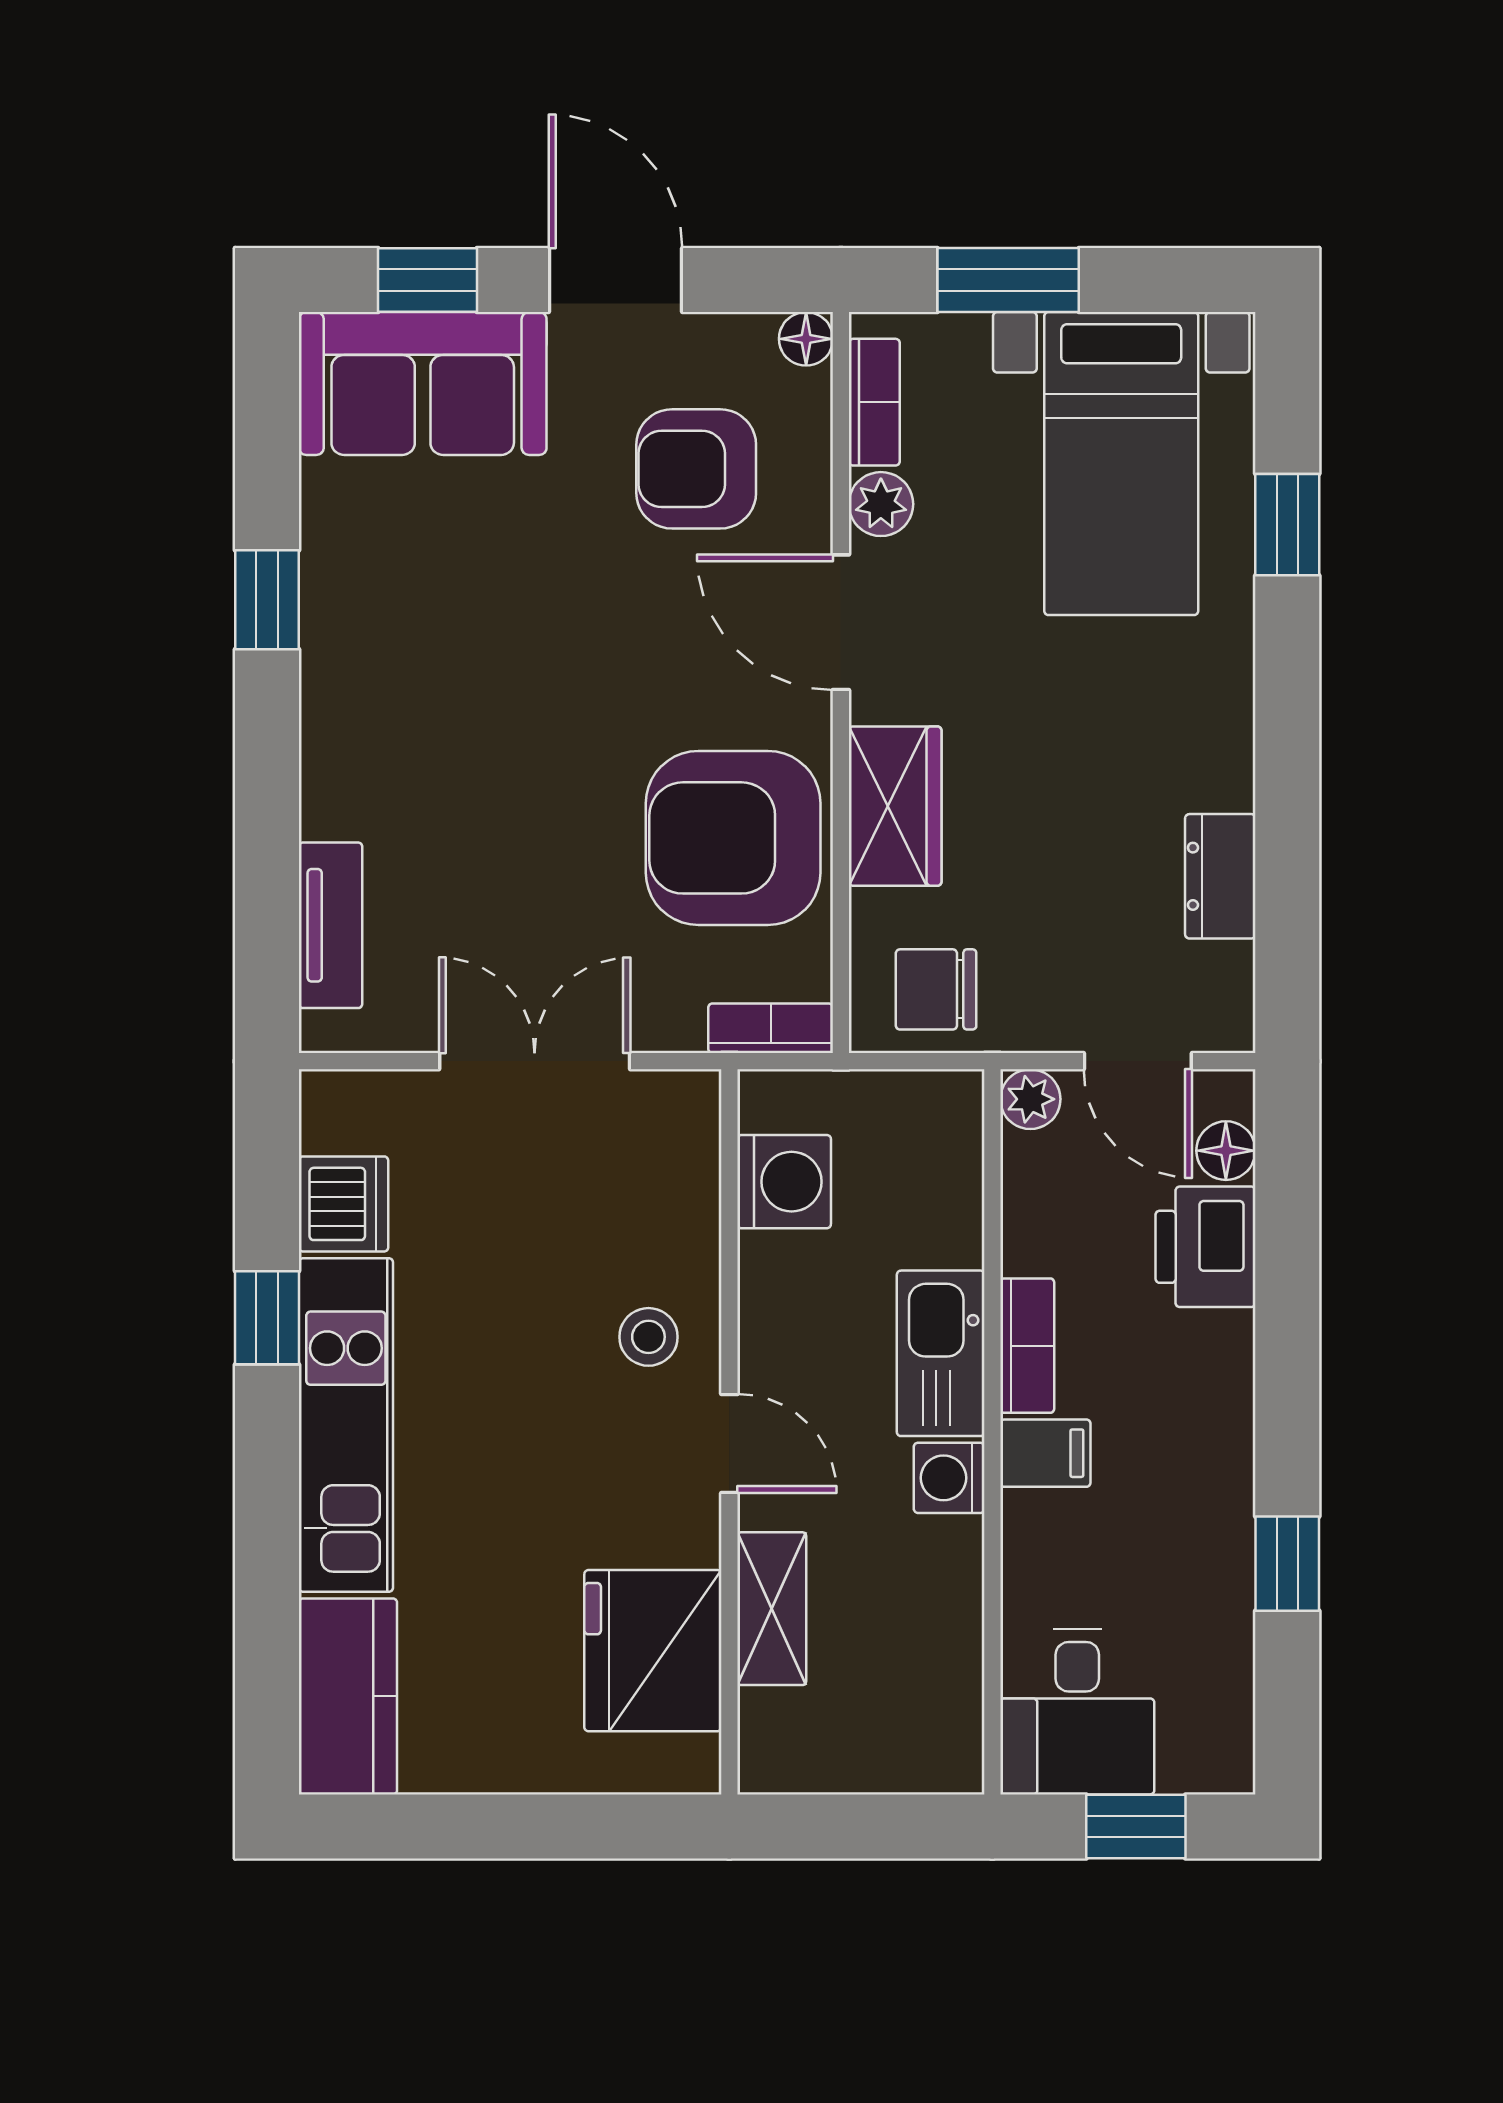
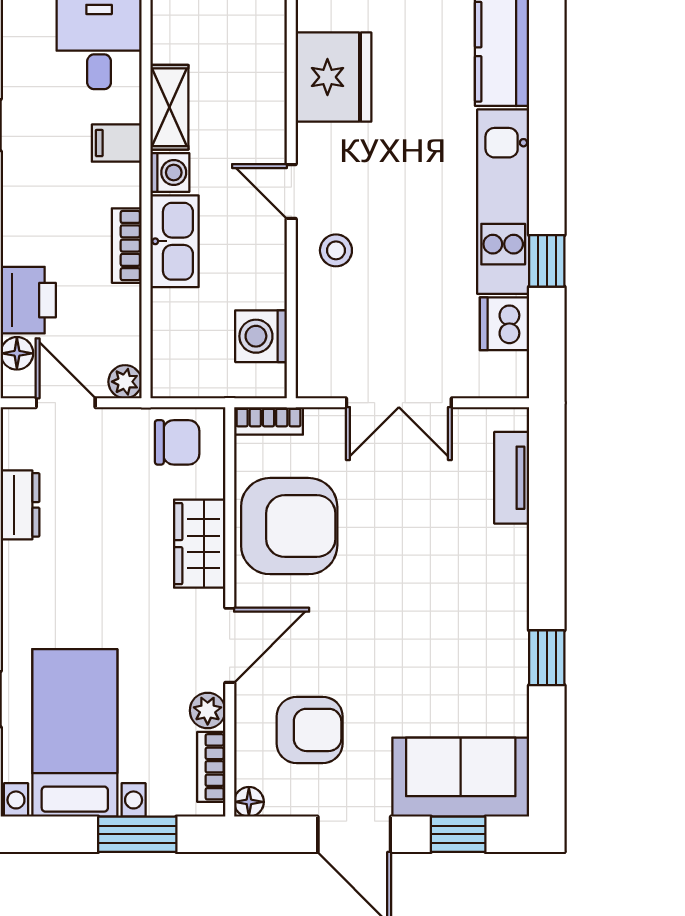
door: (841, 622) -> (230, 645), hinge flipped
filing cabinet: (1045, 1453) -> (117, 143), moved
shelving: (772, 1609) -> (169, 107), moved

